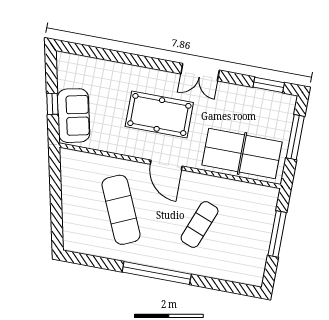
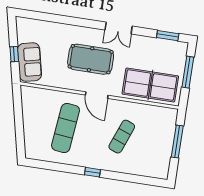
exercise mat: (121, 210) -> (66, 128), turned 30
window: (157, 273) -> (92, 172), width x0.32

